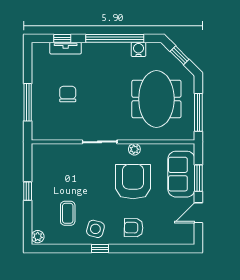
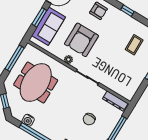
dresser: (50, 134) -> (115, 101), added
side table: (95, 229) -> (123, 25), removed

